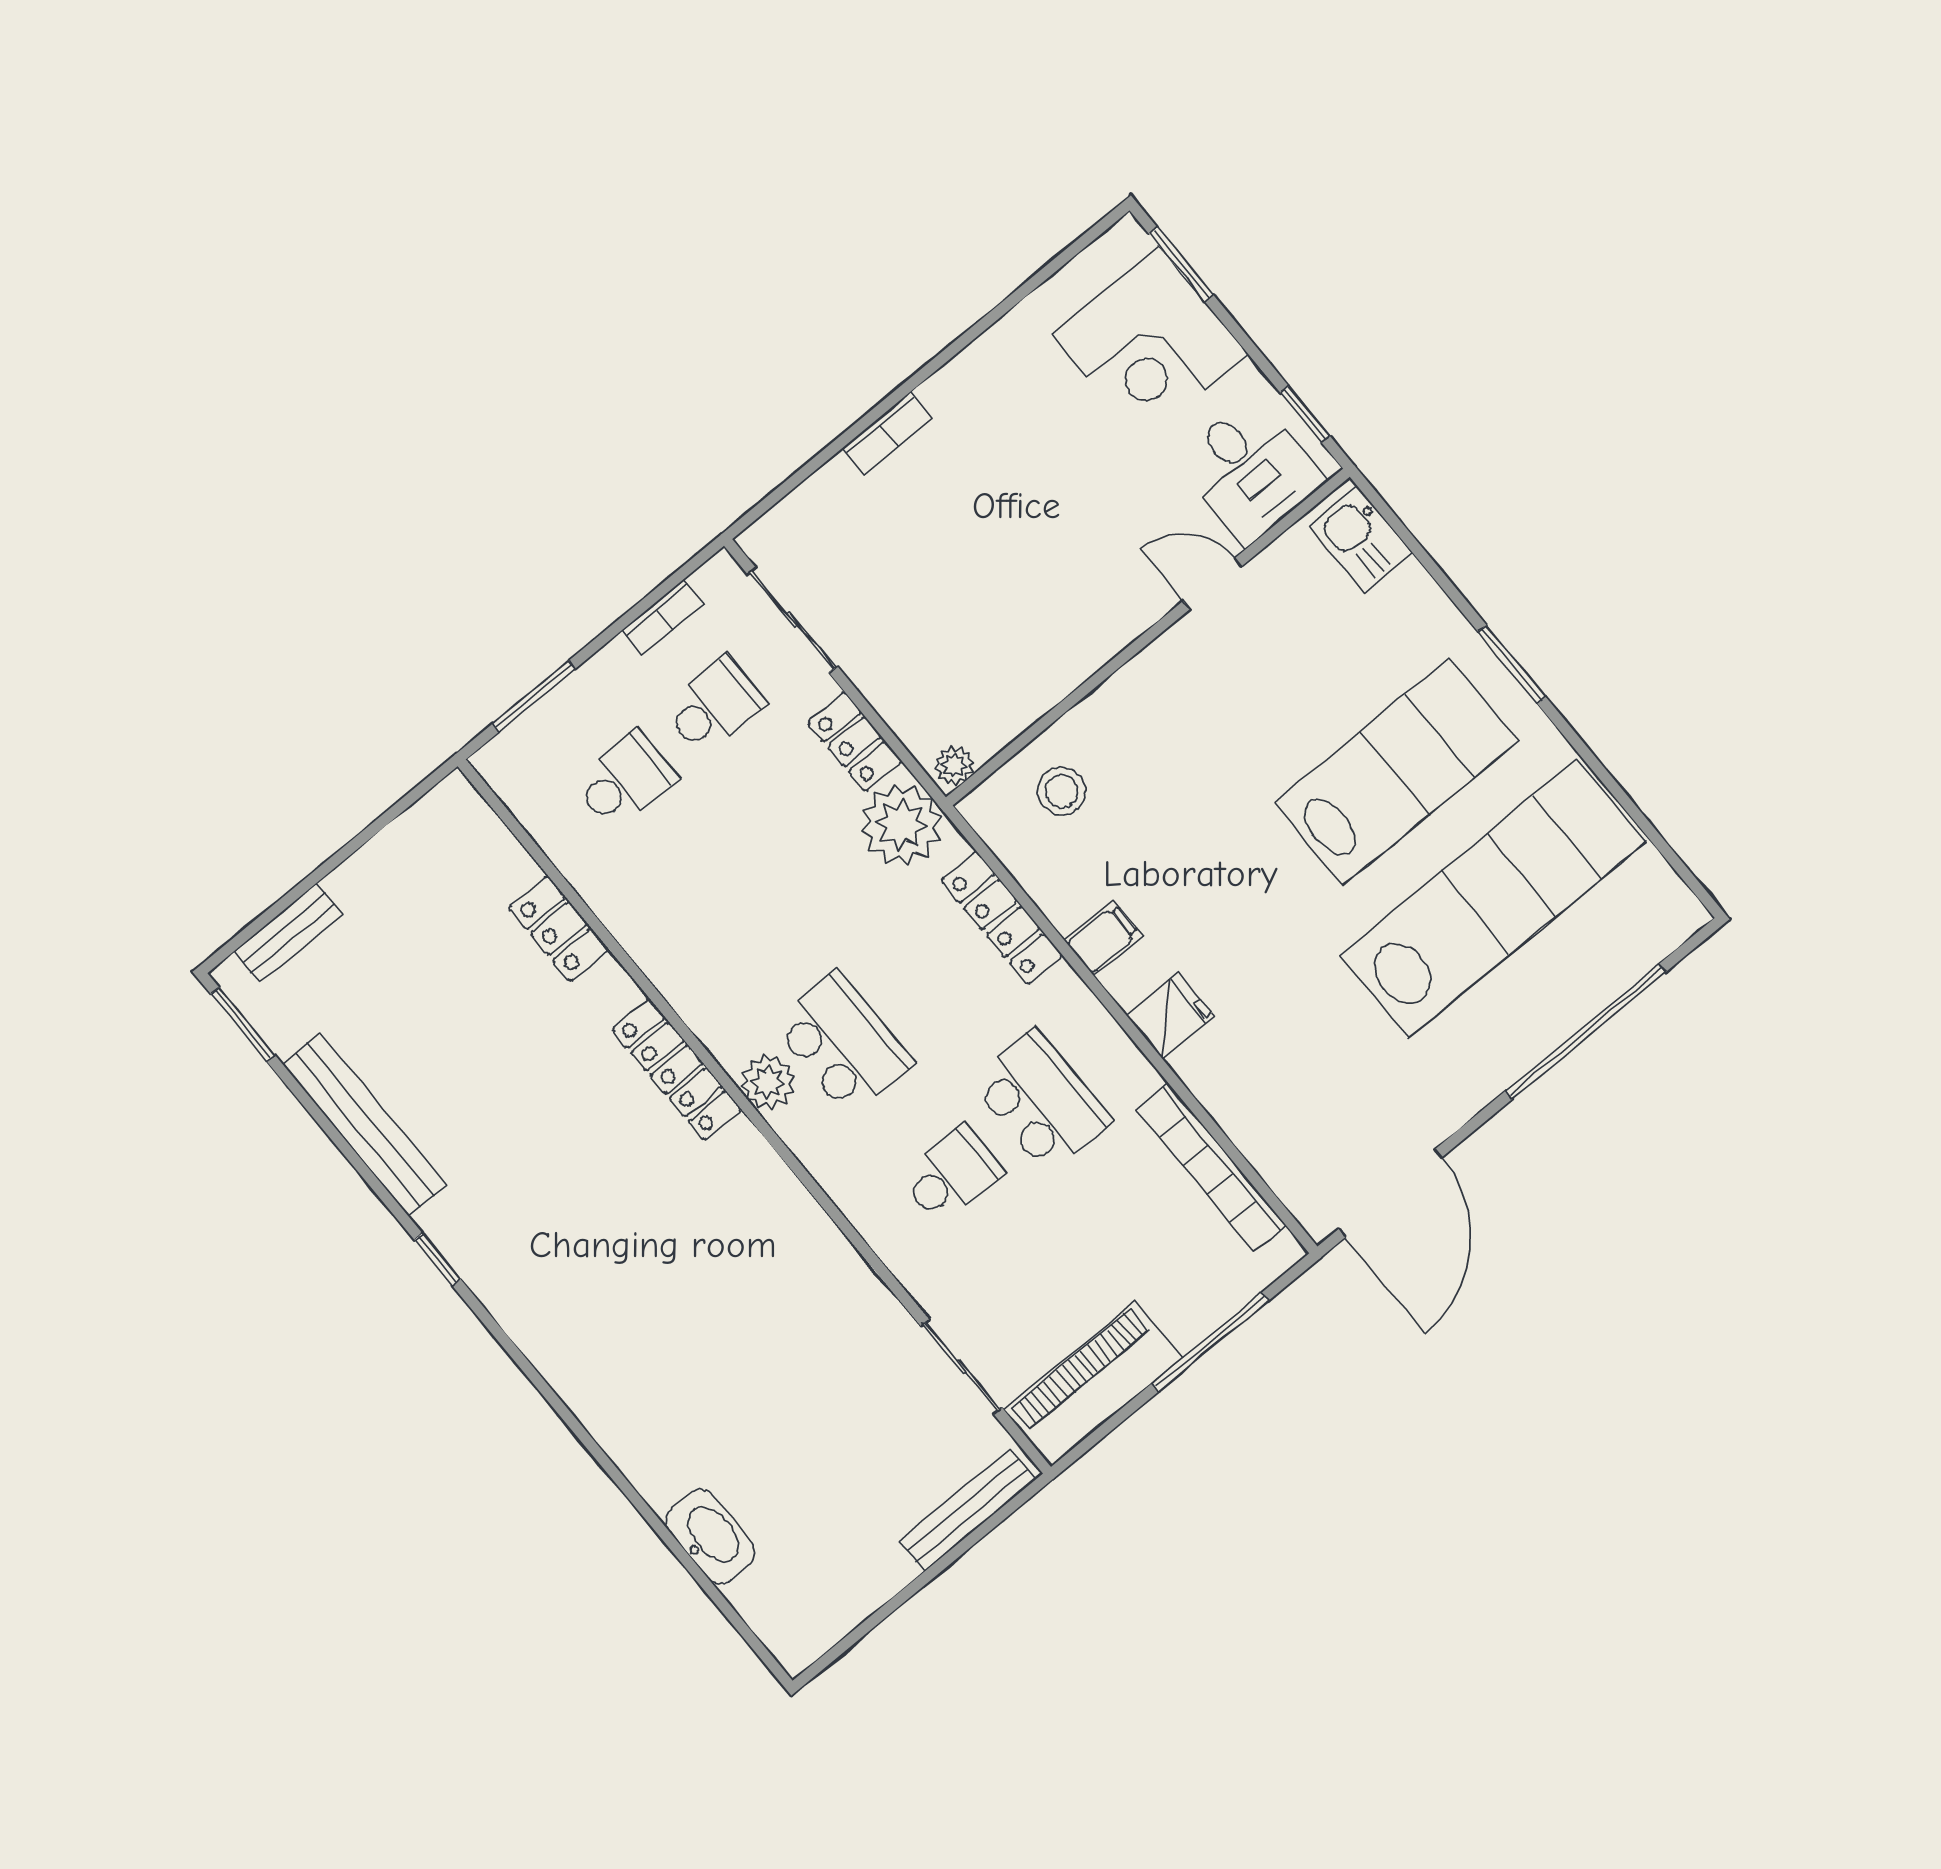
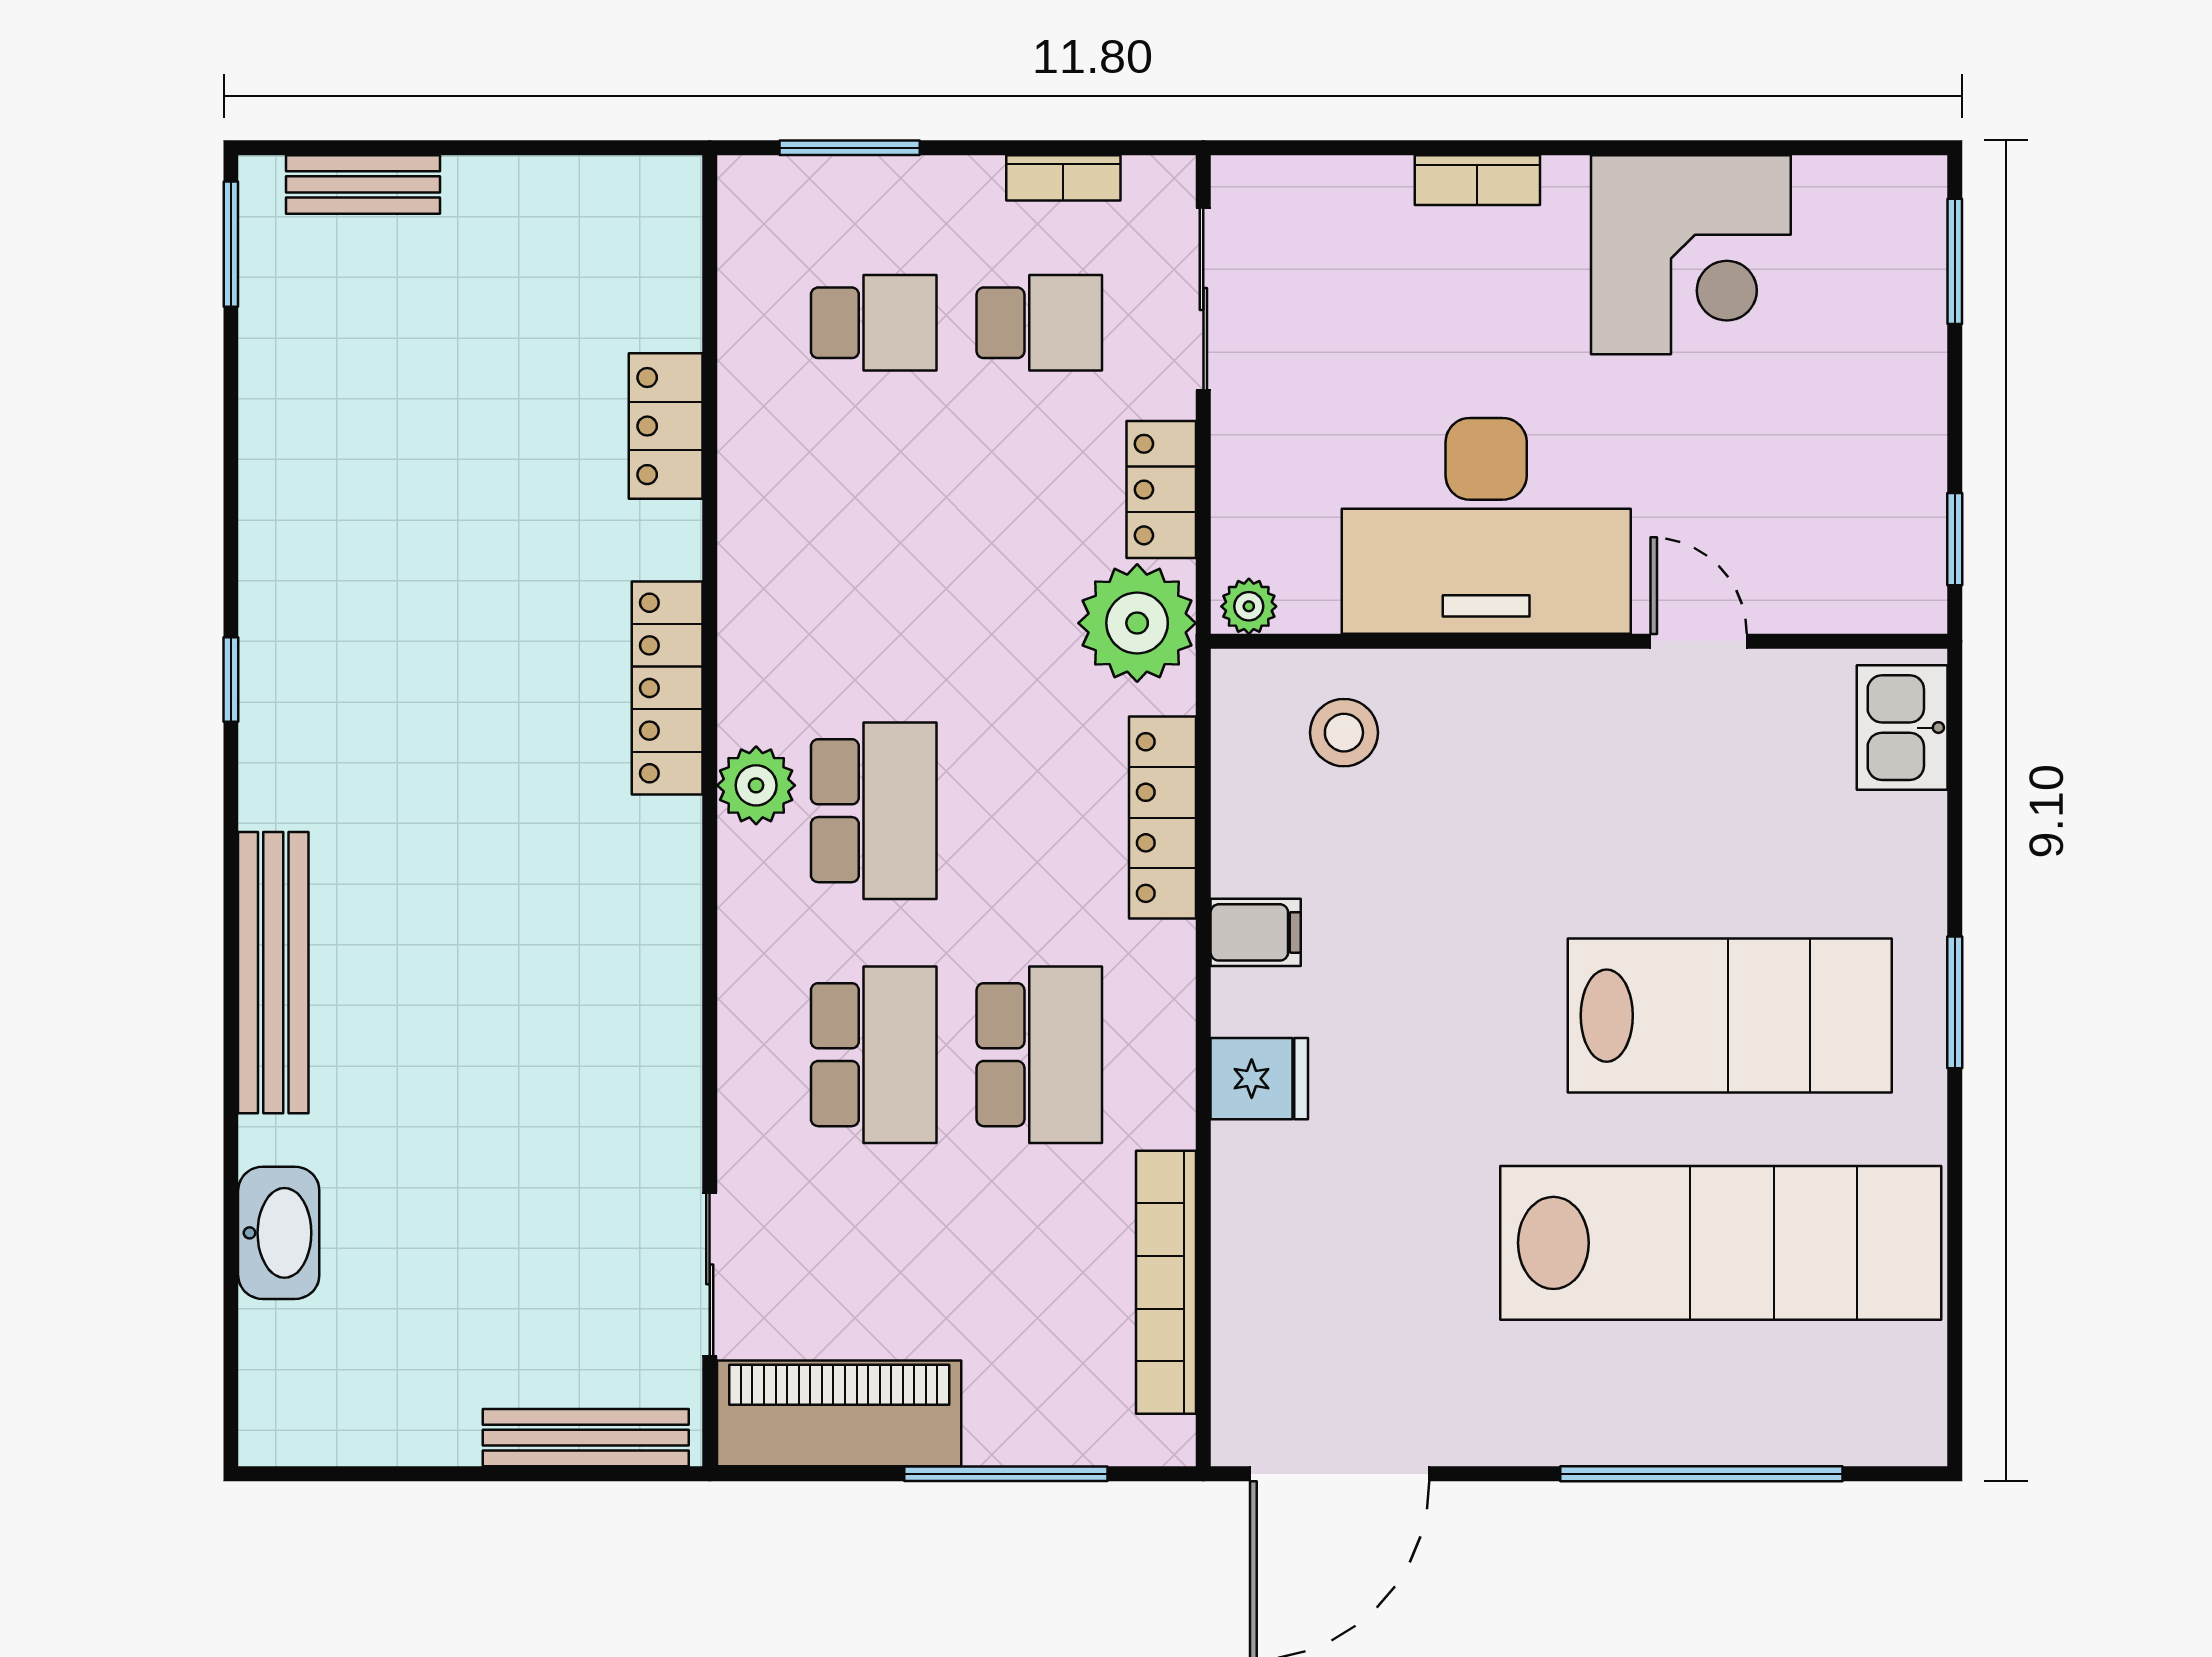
corner desk: (1150, 344) -> (1691, 255), moved, turned -90
desk: (1250, 470) -> (1486, 526), moved, width x1.87, depth x1.30
bench: (364, 1124) -> (273, 973), moved
school desk: (952, 1175) -> (874, 1055), width x1.85

